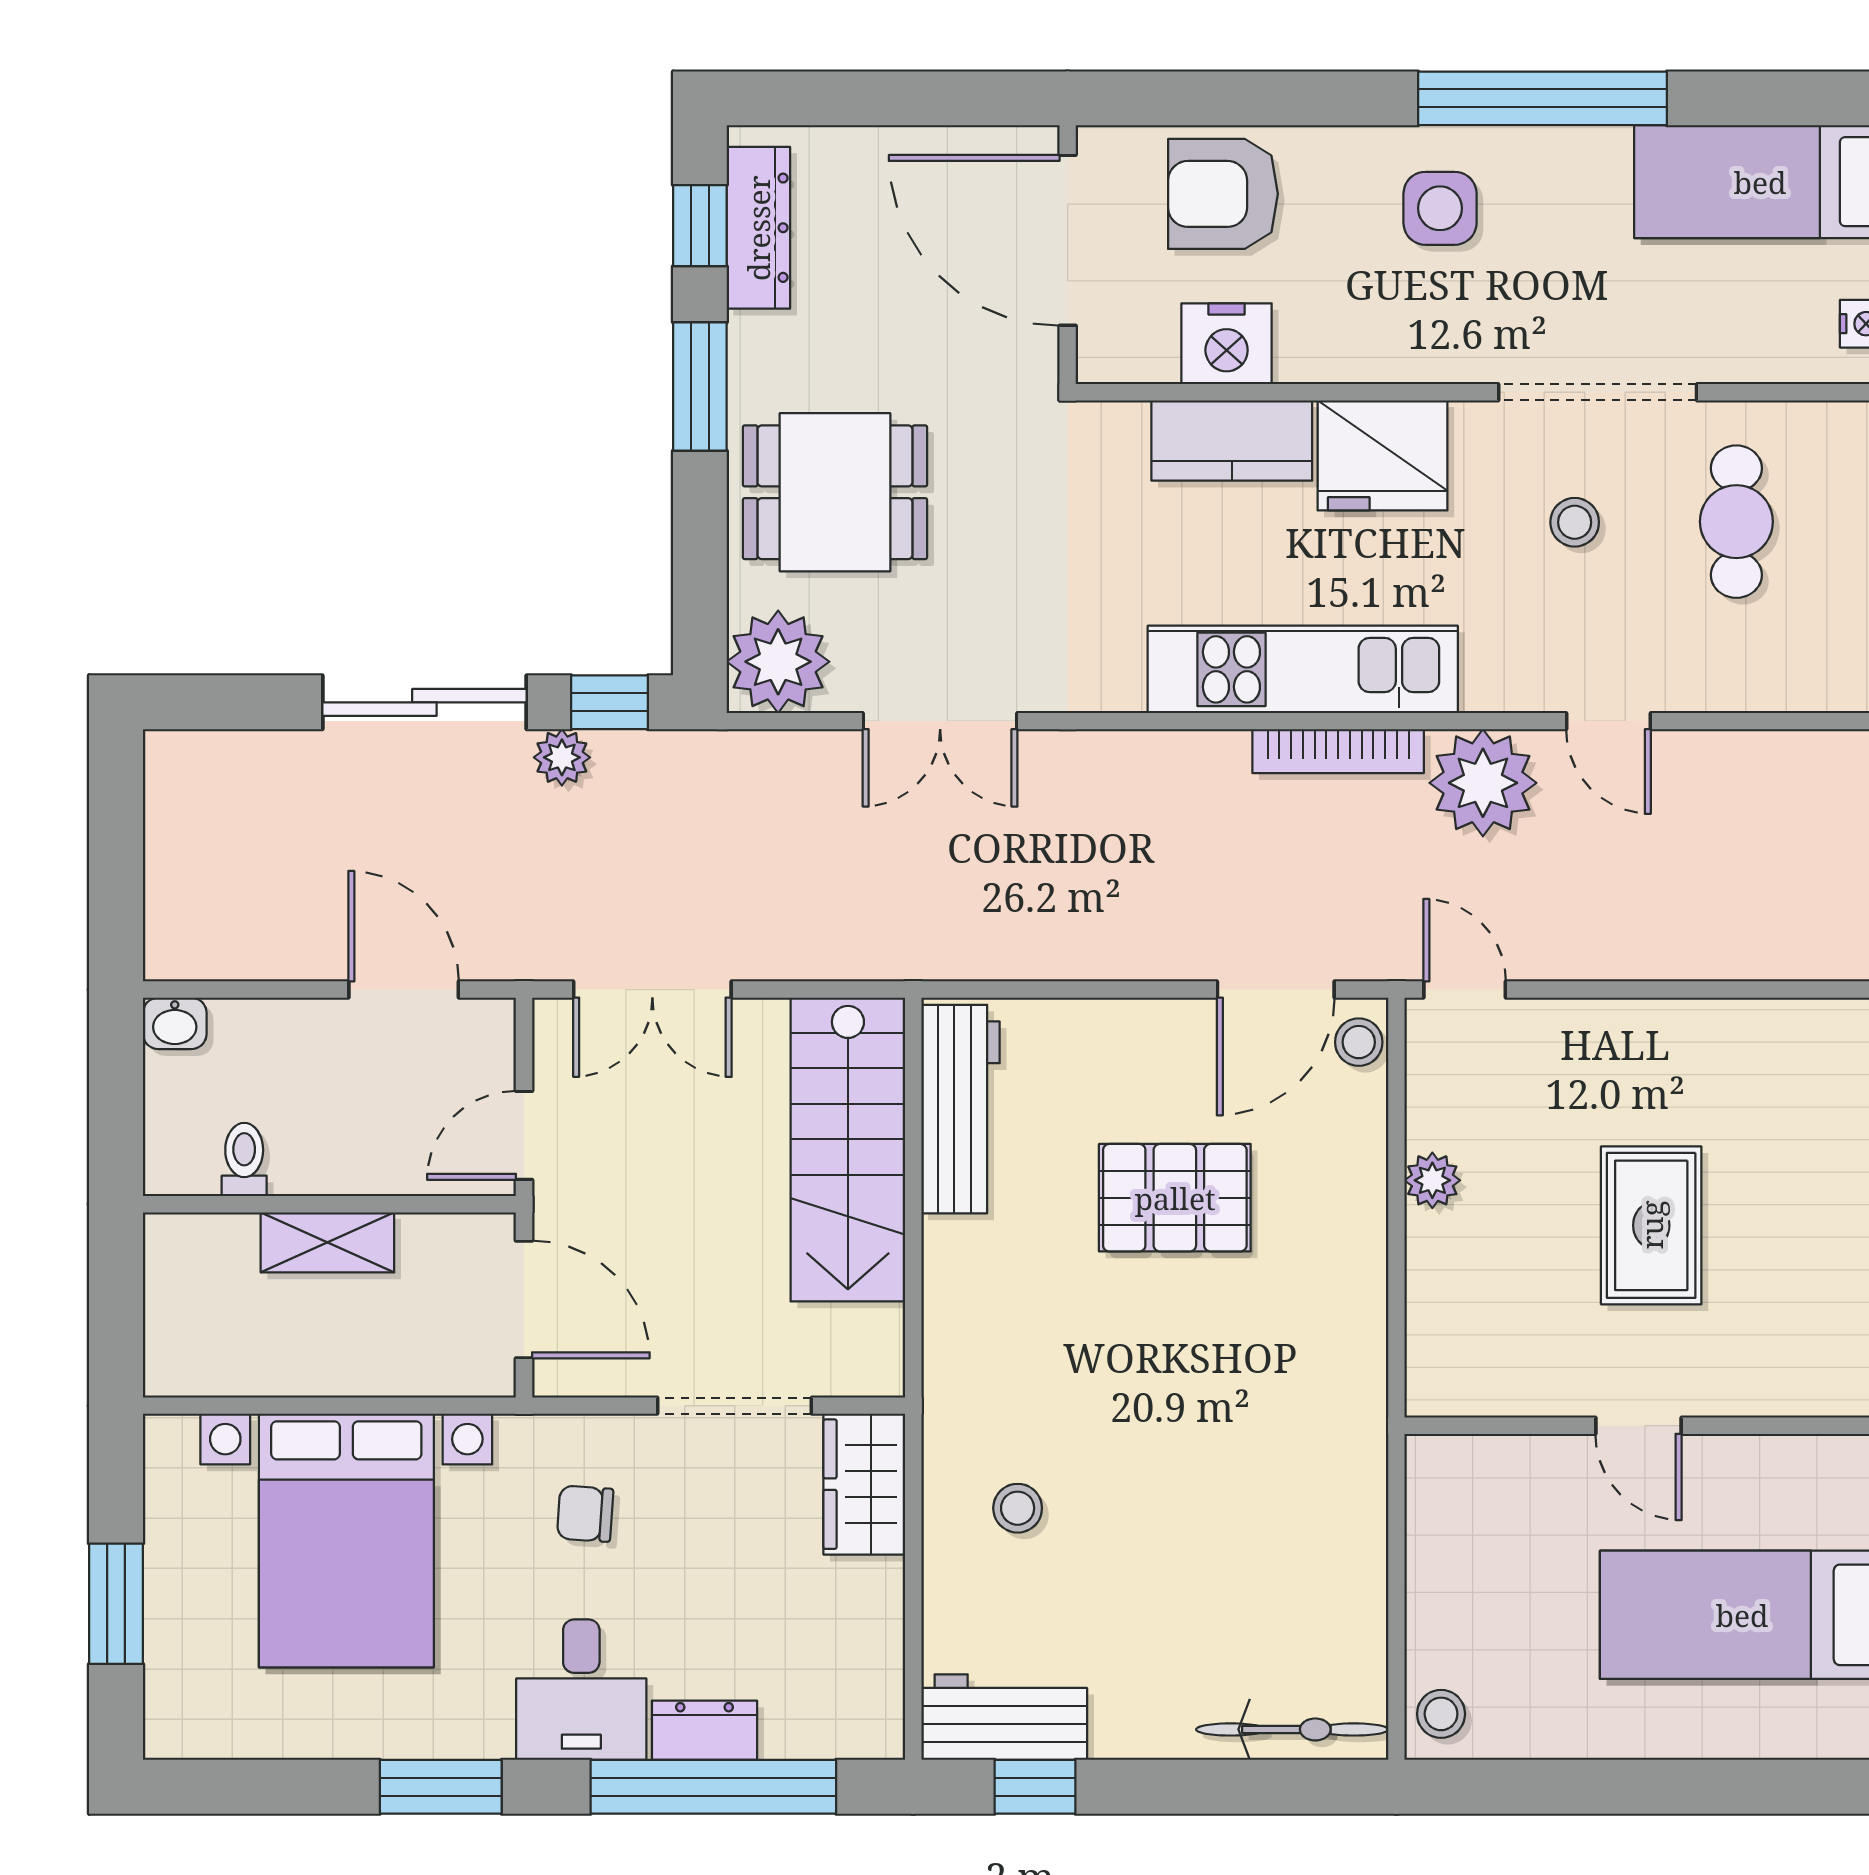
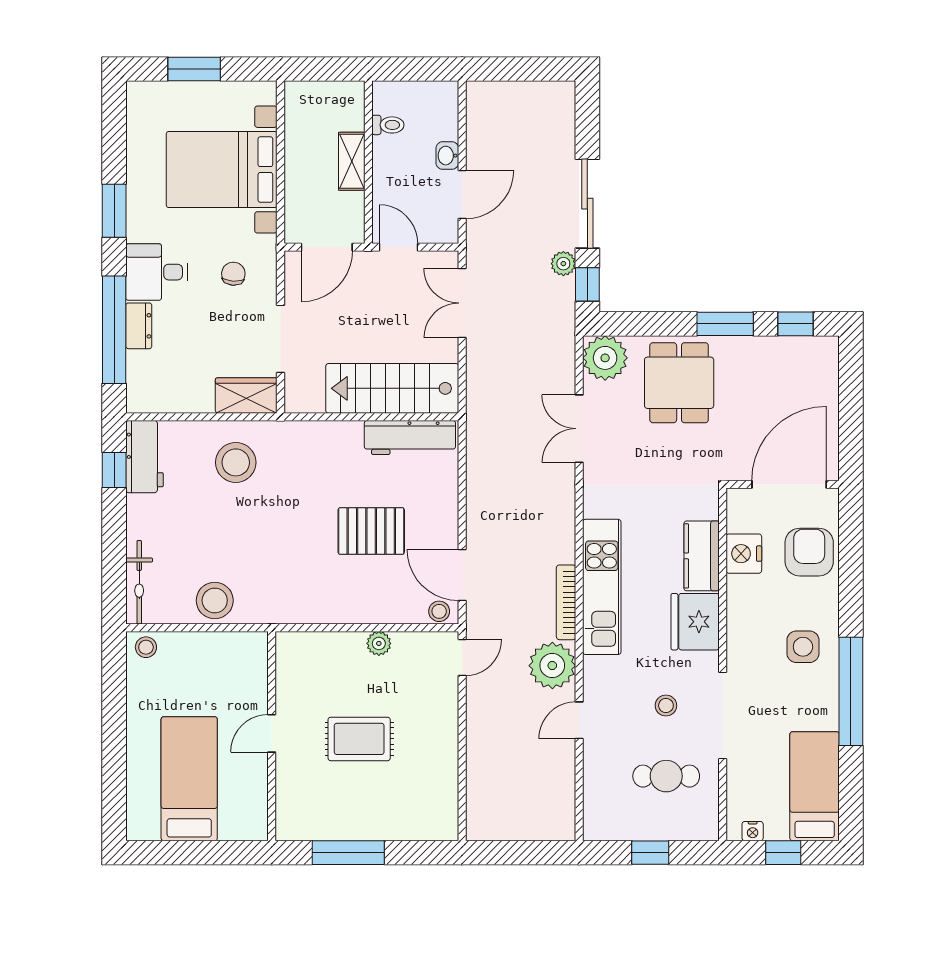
dresser: (758, 228) -> (794, 349), removed
washbasin: (175, 1023) -> (447, 156), moved
pallet: (1175, 1198) -> (371, 531), turned 90
stool: (1018, 1508) -> (236, 462), width x1.89, depth x1.89
stool: (1334, 1556) -> (215, 600), added

